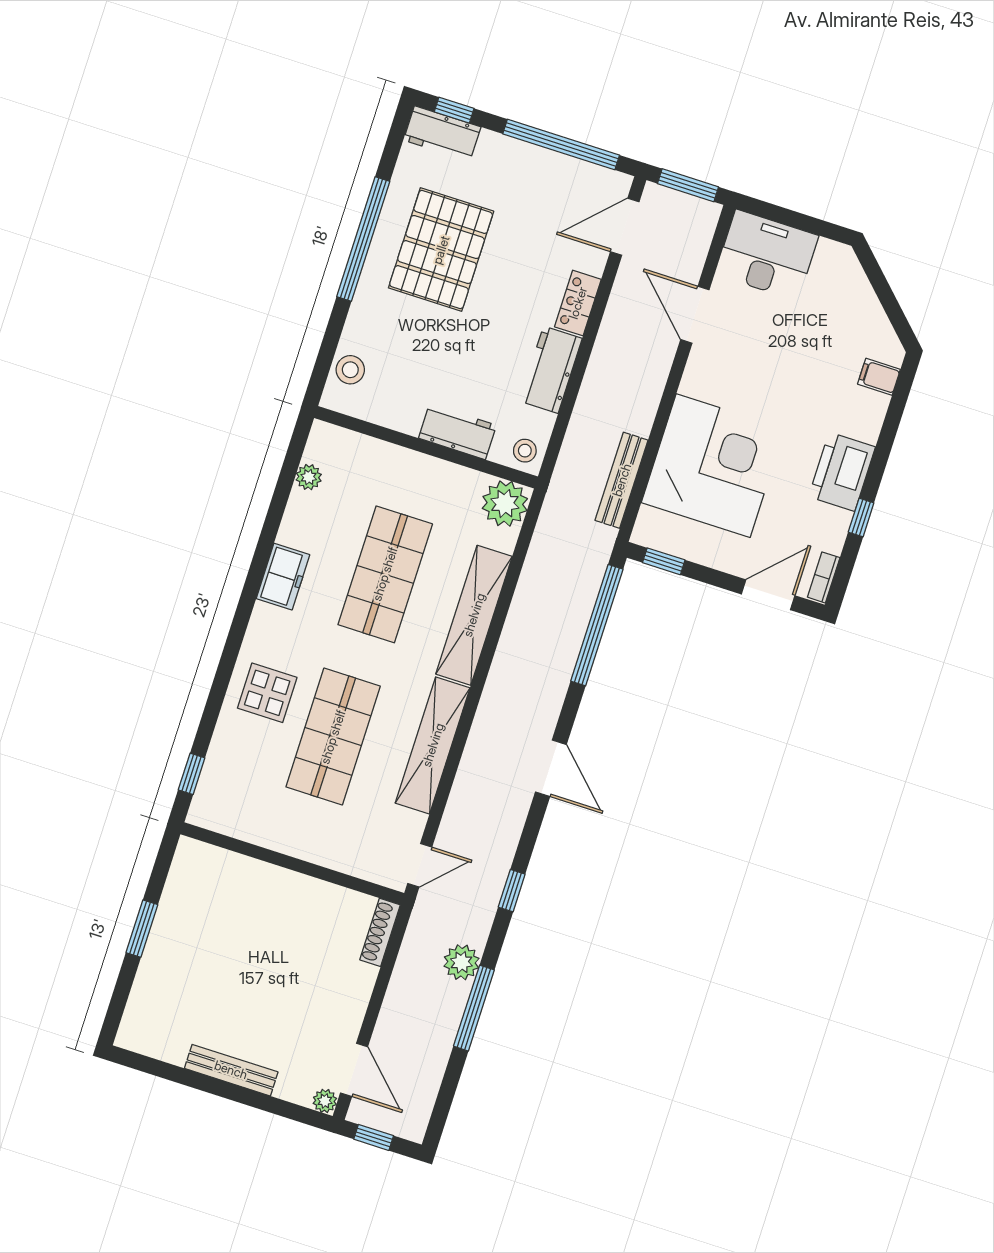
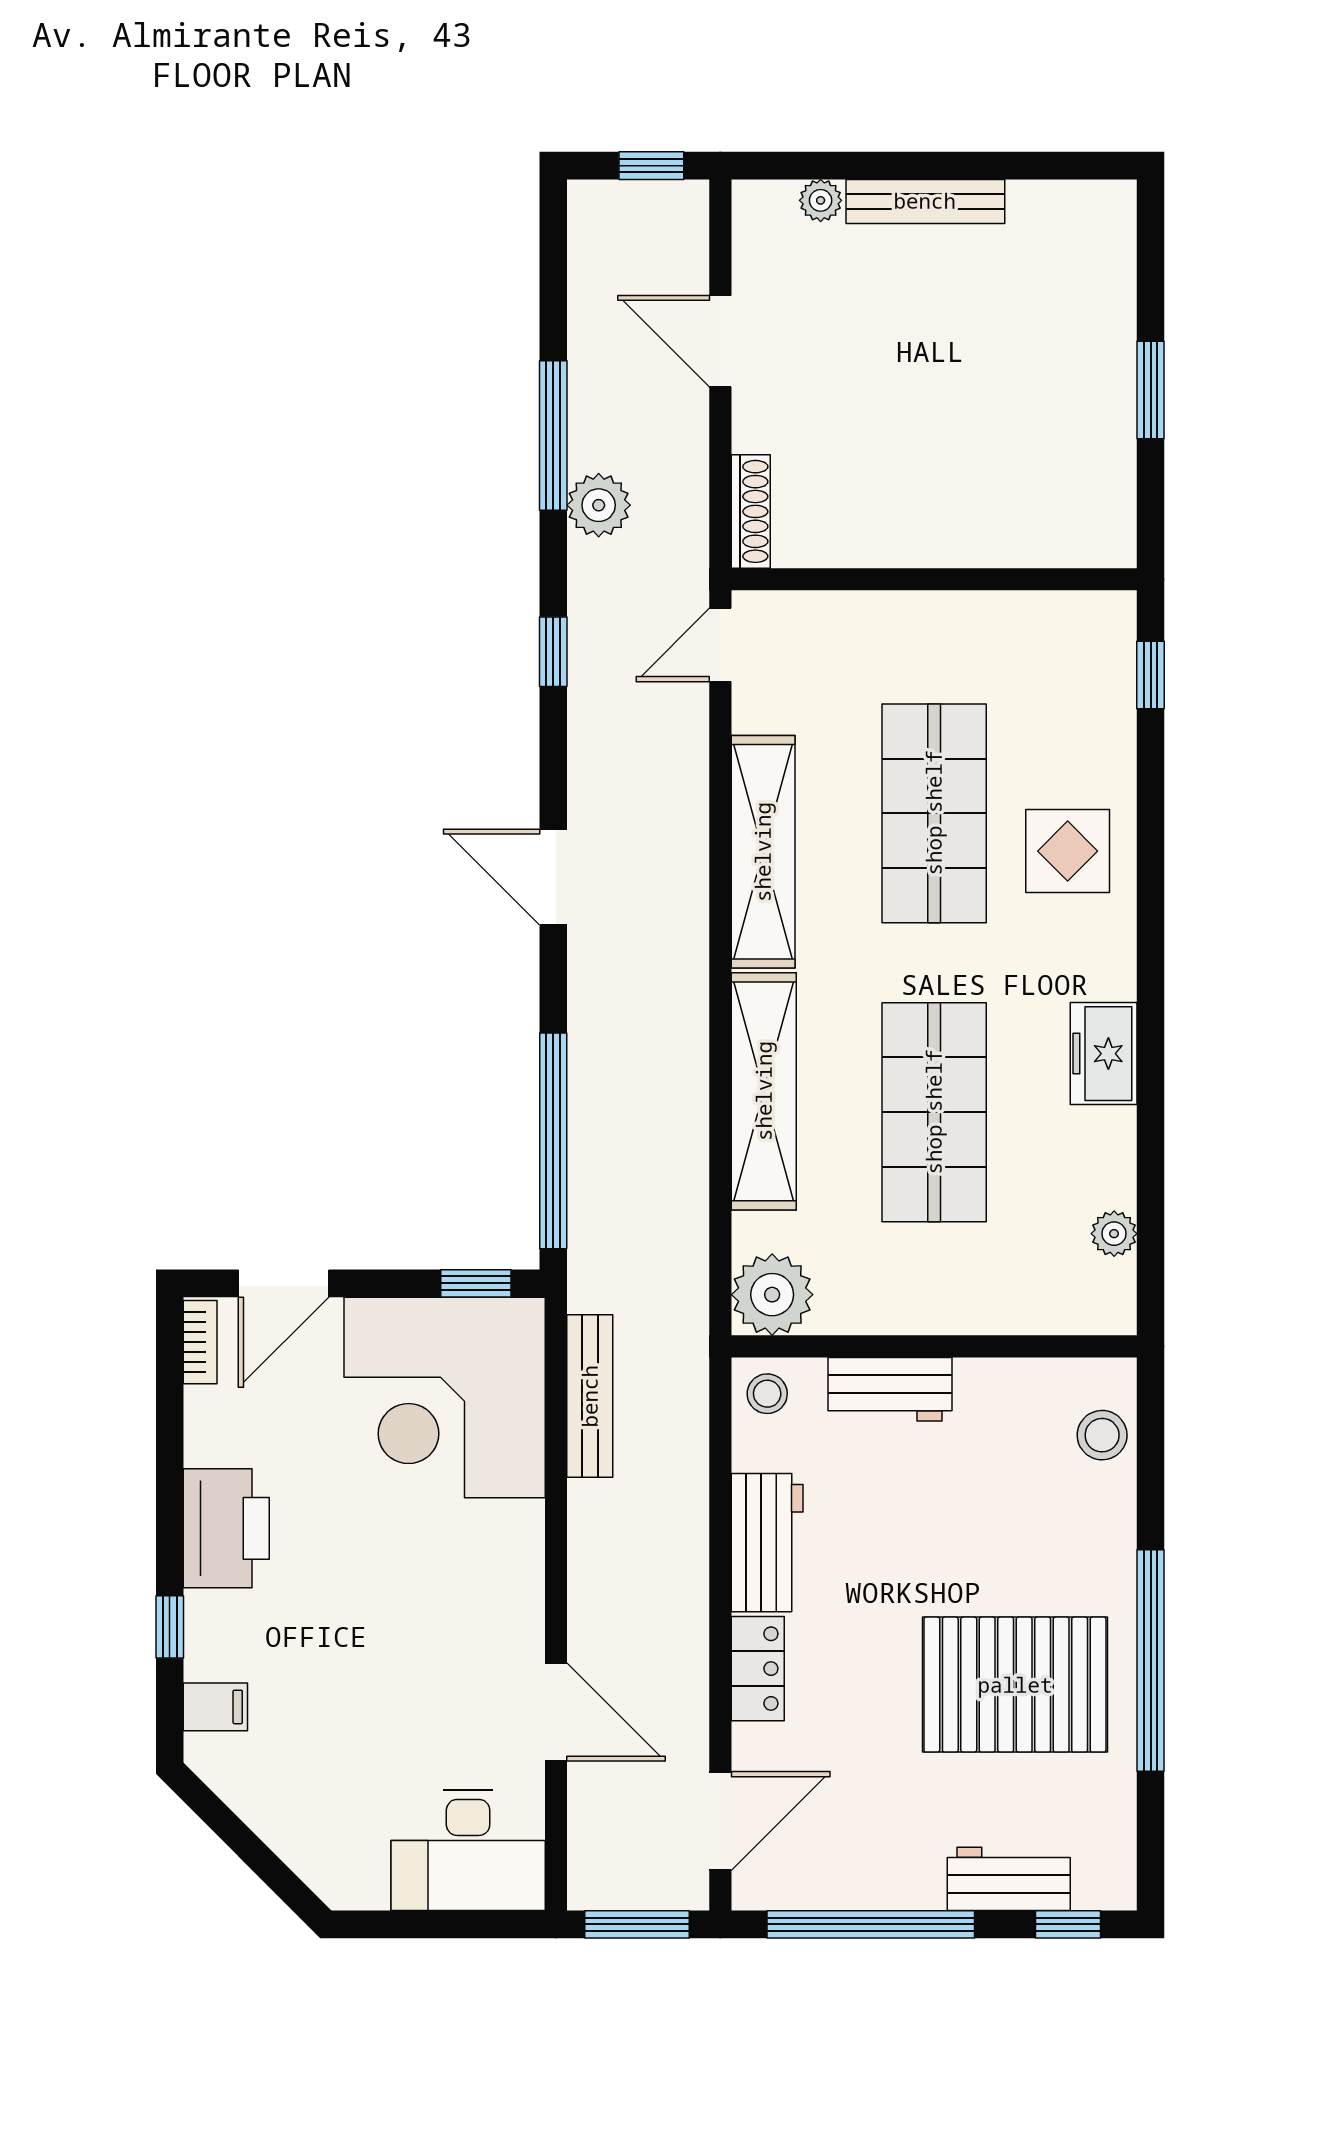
workbench: (442, 134) -> (1009, 1879), moved
pallet: (441, 250) -> (1015, 1685), turned 90
corner desk: (713, 466) -> (445, 1397), moved
window: (861, 518) -> (170, 1627), moved
door: (354, 1070) -> (720, 341), moved
plant: (325, 1101) -> (821, 200), moved

